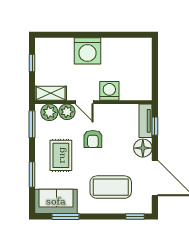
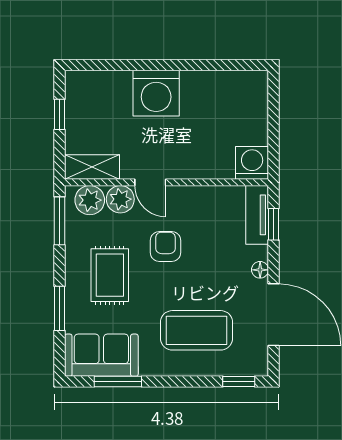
washing machine: (109, 91) -> (252, 163), moved
armchair: (93, 139) -> (166, 247), turned 180
floor lamp: (143, 148) -> (260, 270), width x0.53, depth x0.53

